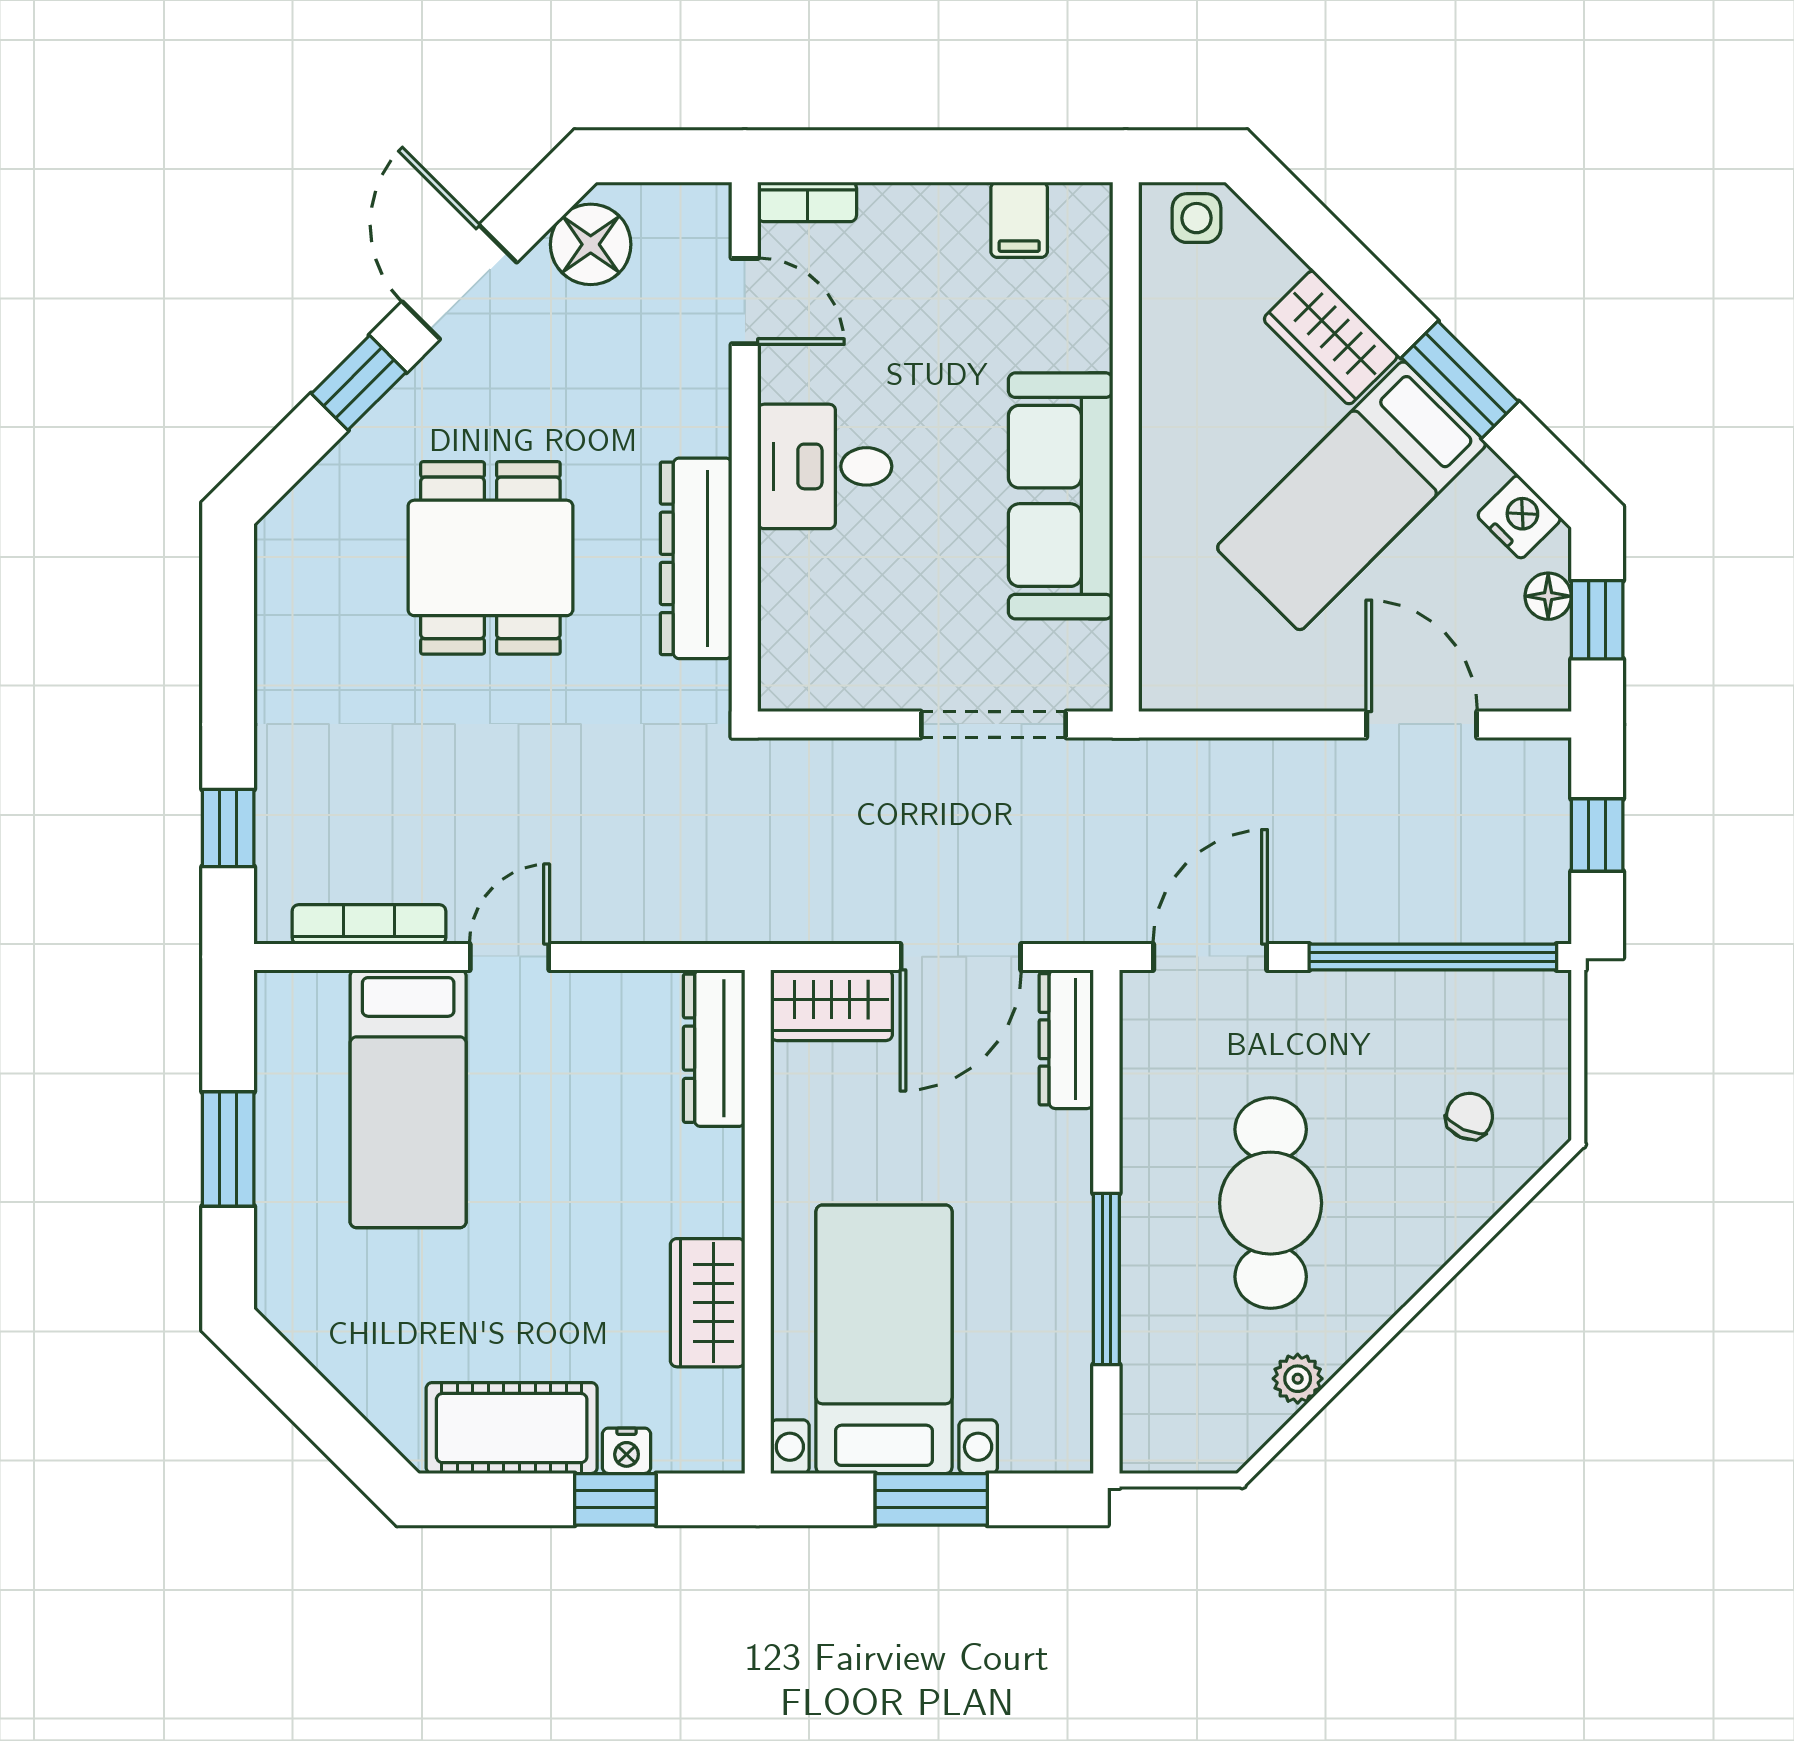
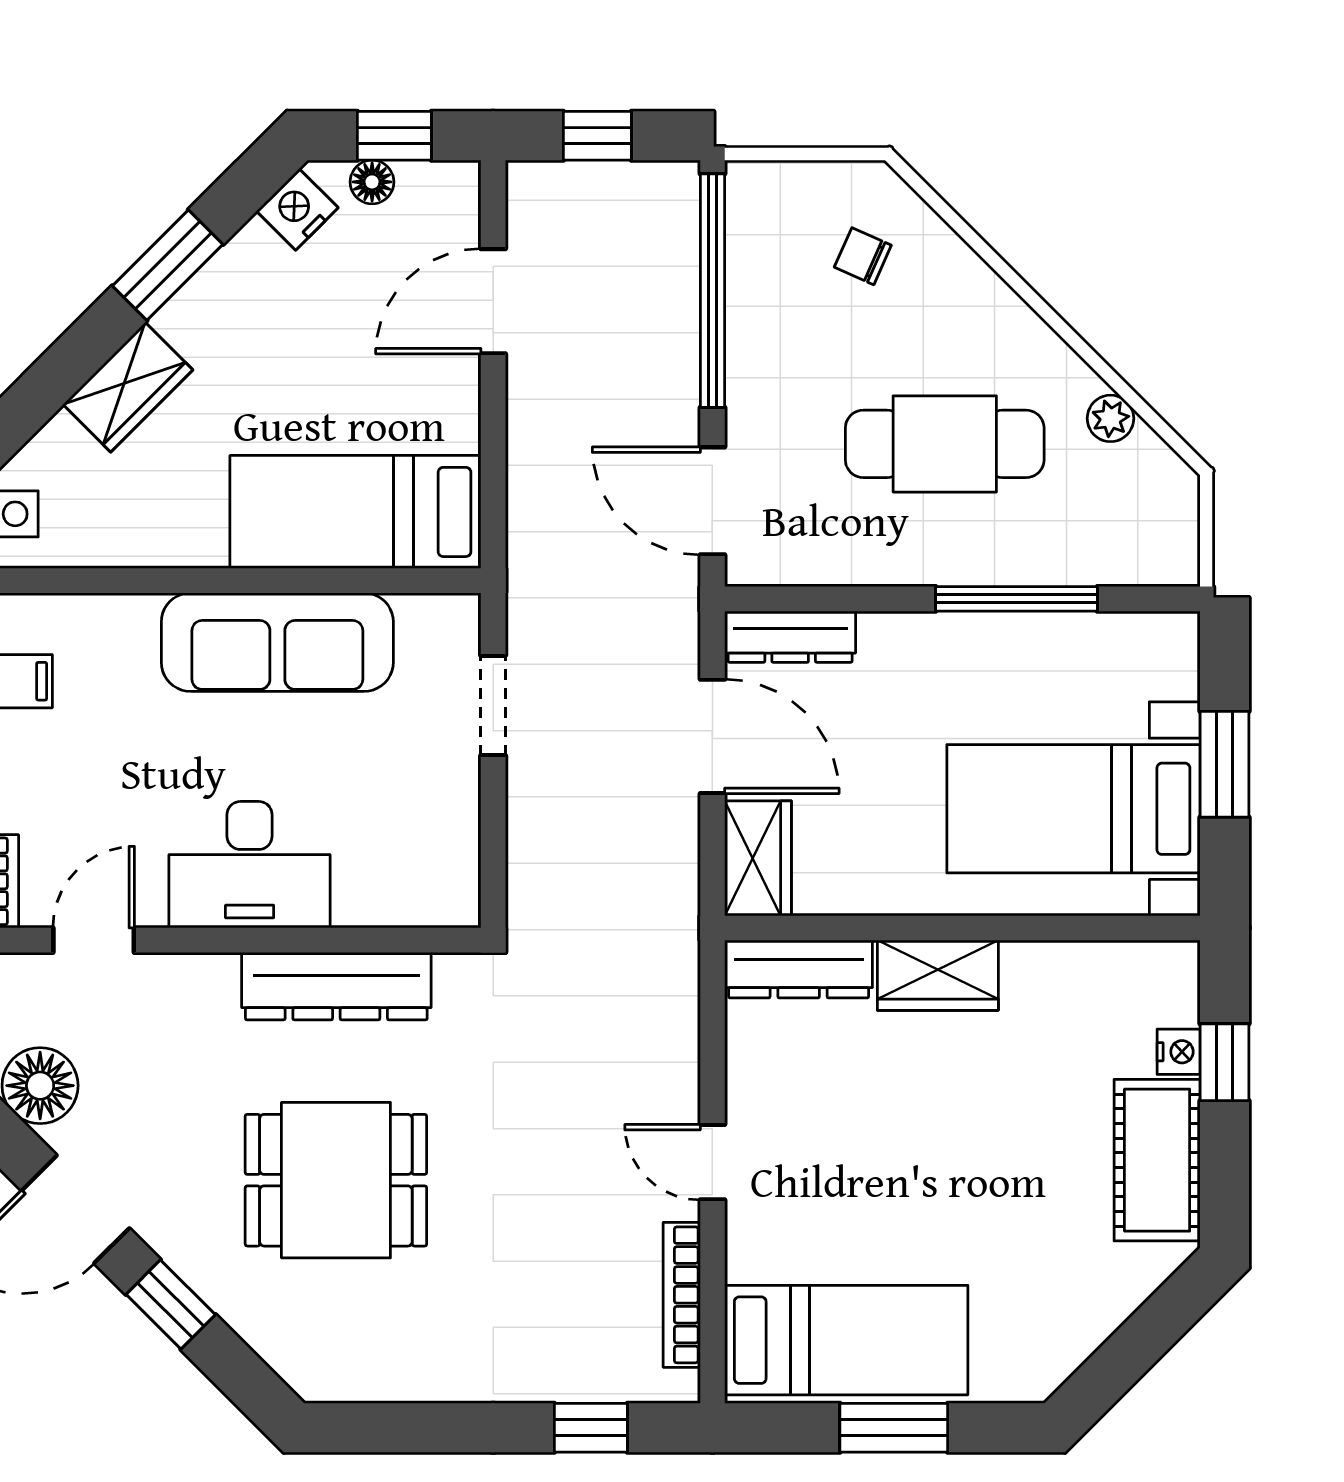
desk: (825, 466) -> (250, 865), width x1.37
bed: (1351, 496) -> (355, 512), moved, turned 135
doorway: (993, 724) -> (493, 706), width x0.73
bed: (408, 1099) -> (846, 1340), moved
wardrobe: (708, 1303) -> (938, 975), moved

